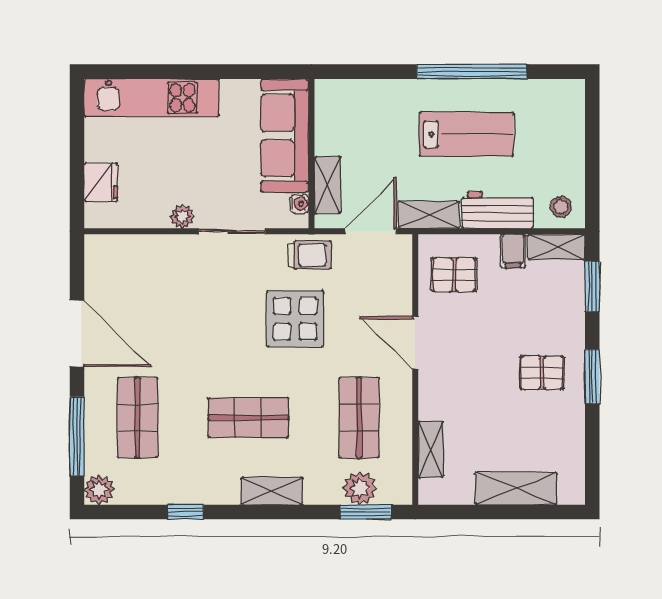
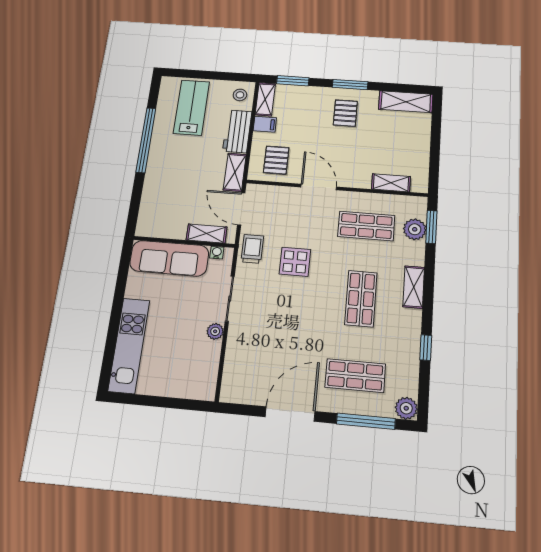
lab bench: (466, 134) -> (191, 108), moved
fridge: (101, 182) -> (183, 386), removed
display table: (295, 319) -> (295, 262), width x0.73, depth x0.73
door: (415, 343) -> (319, 187), swing flipped
shelving: (516, 489) -> (406, 102), moved, turned 90

